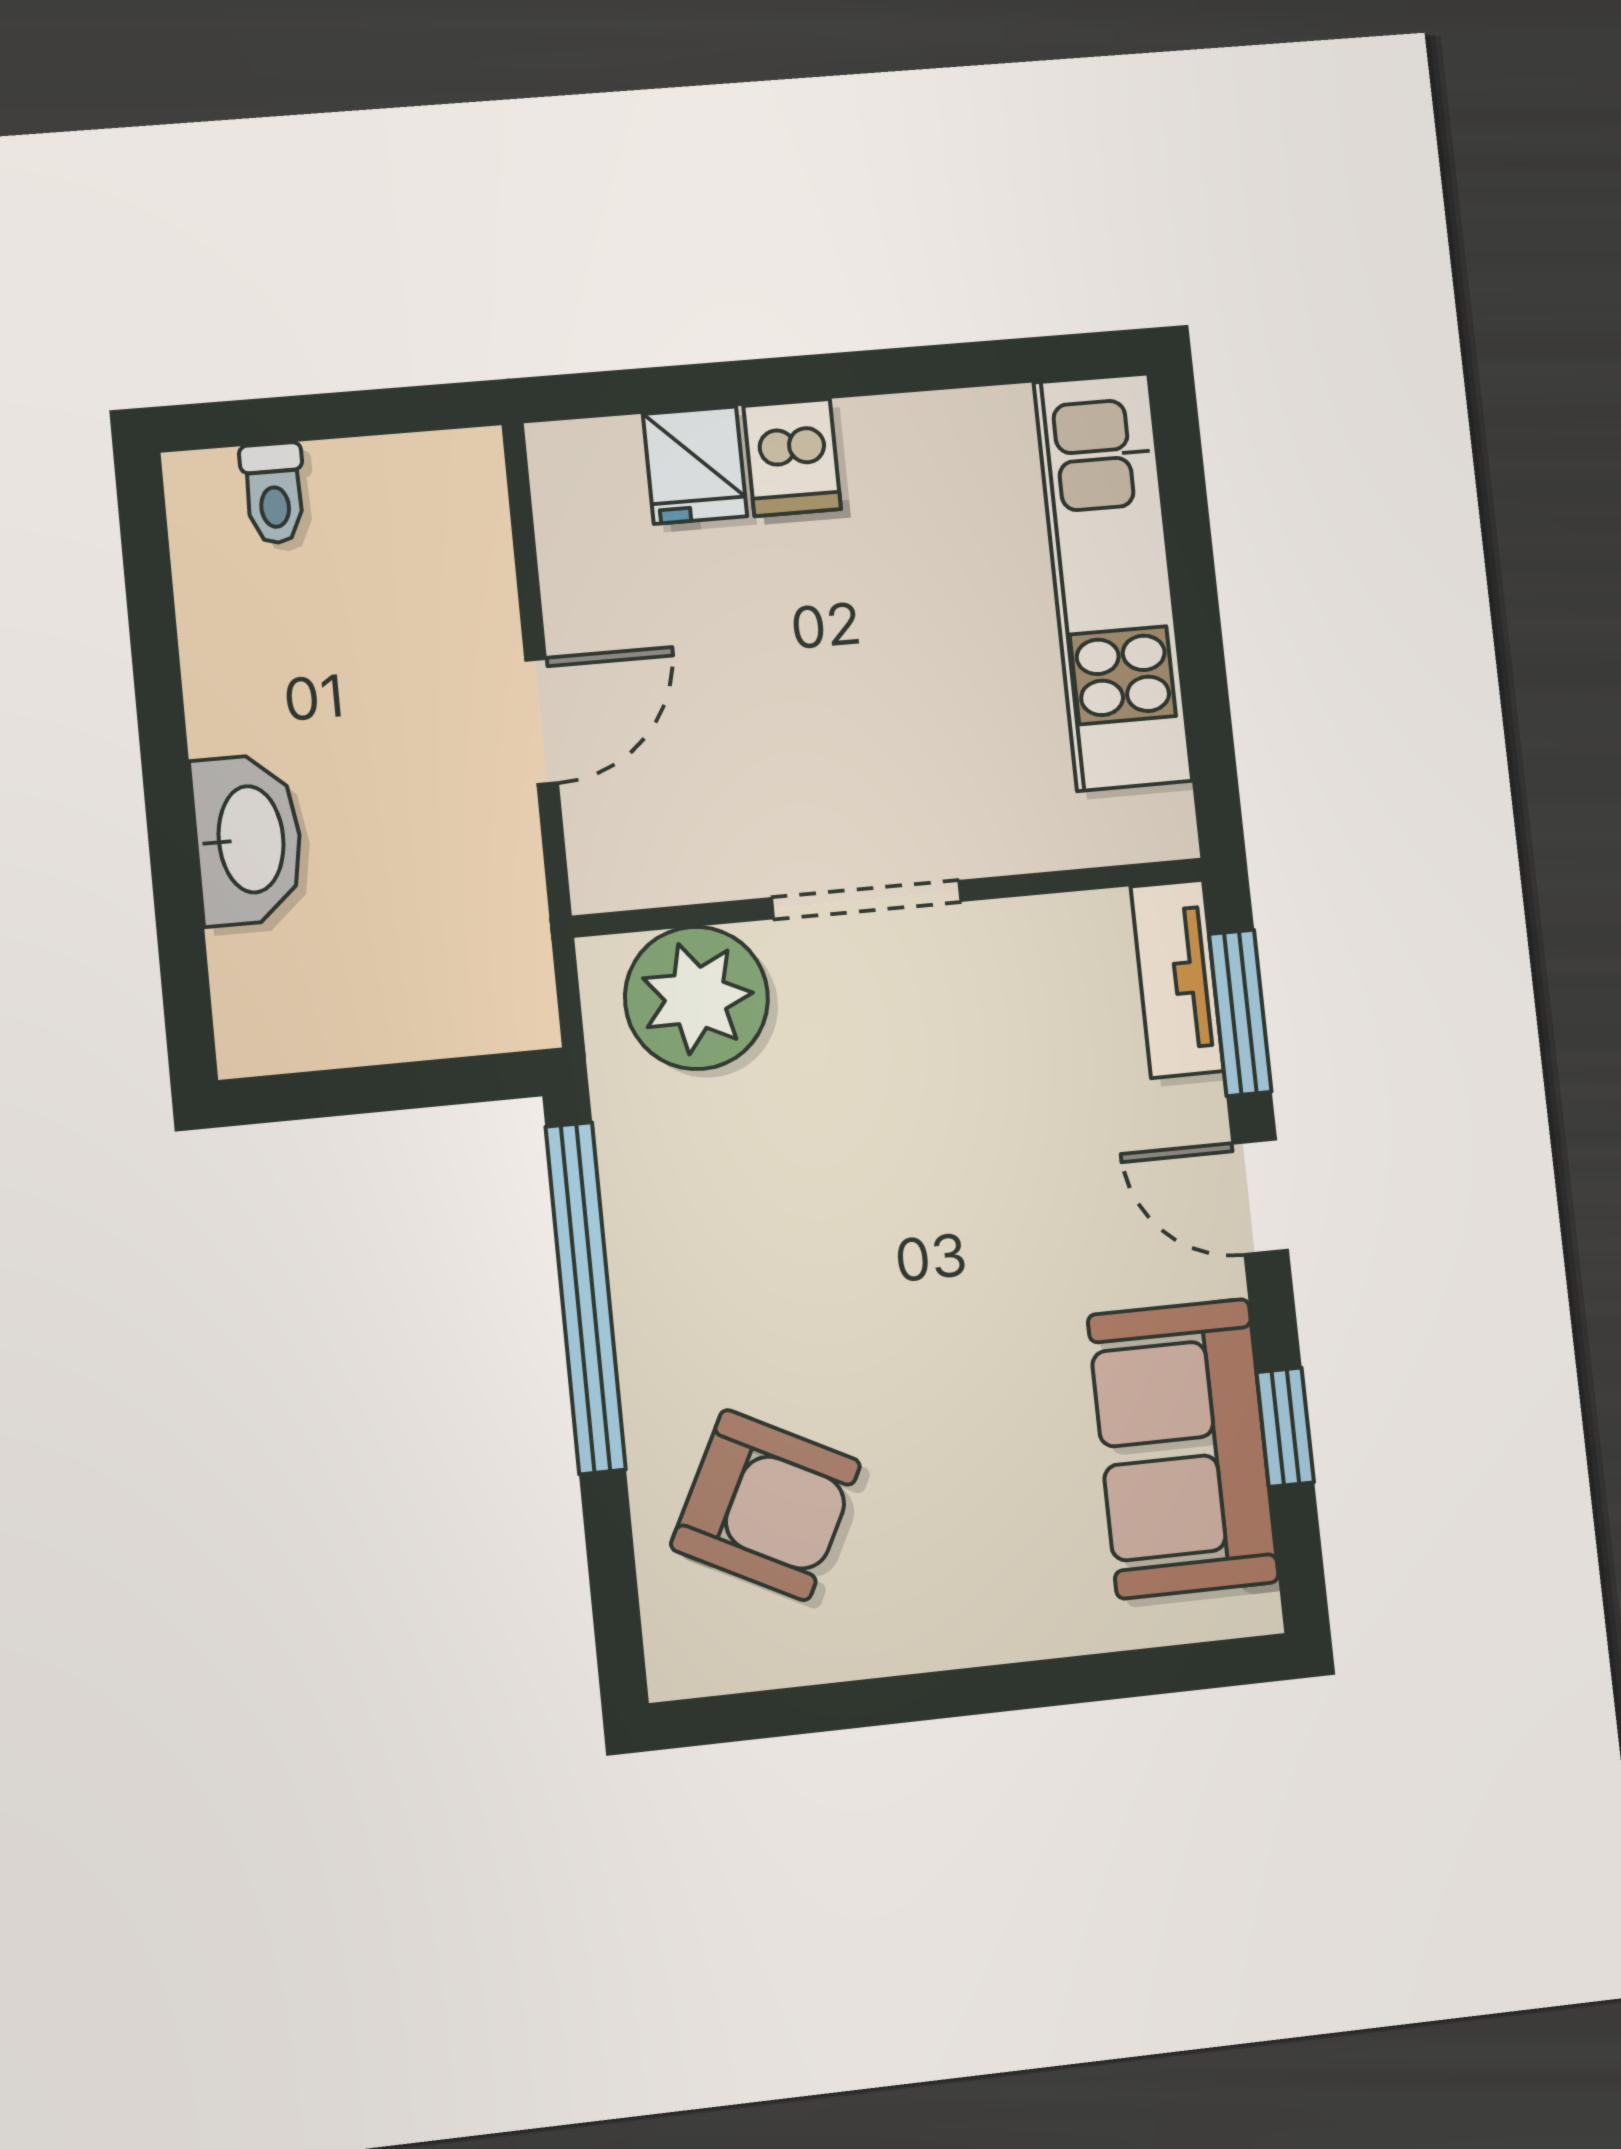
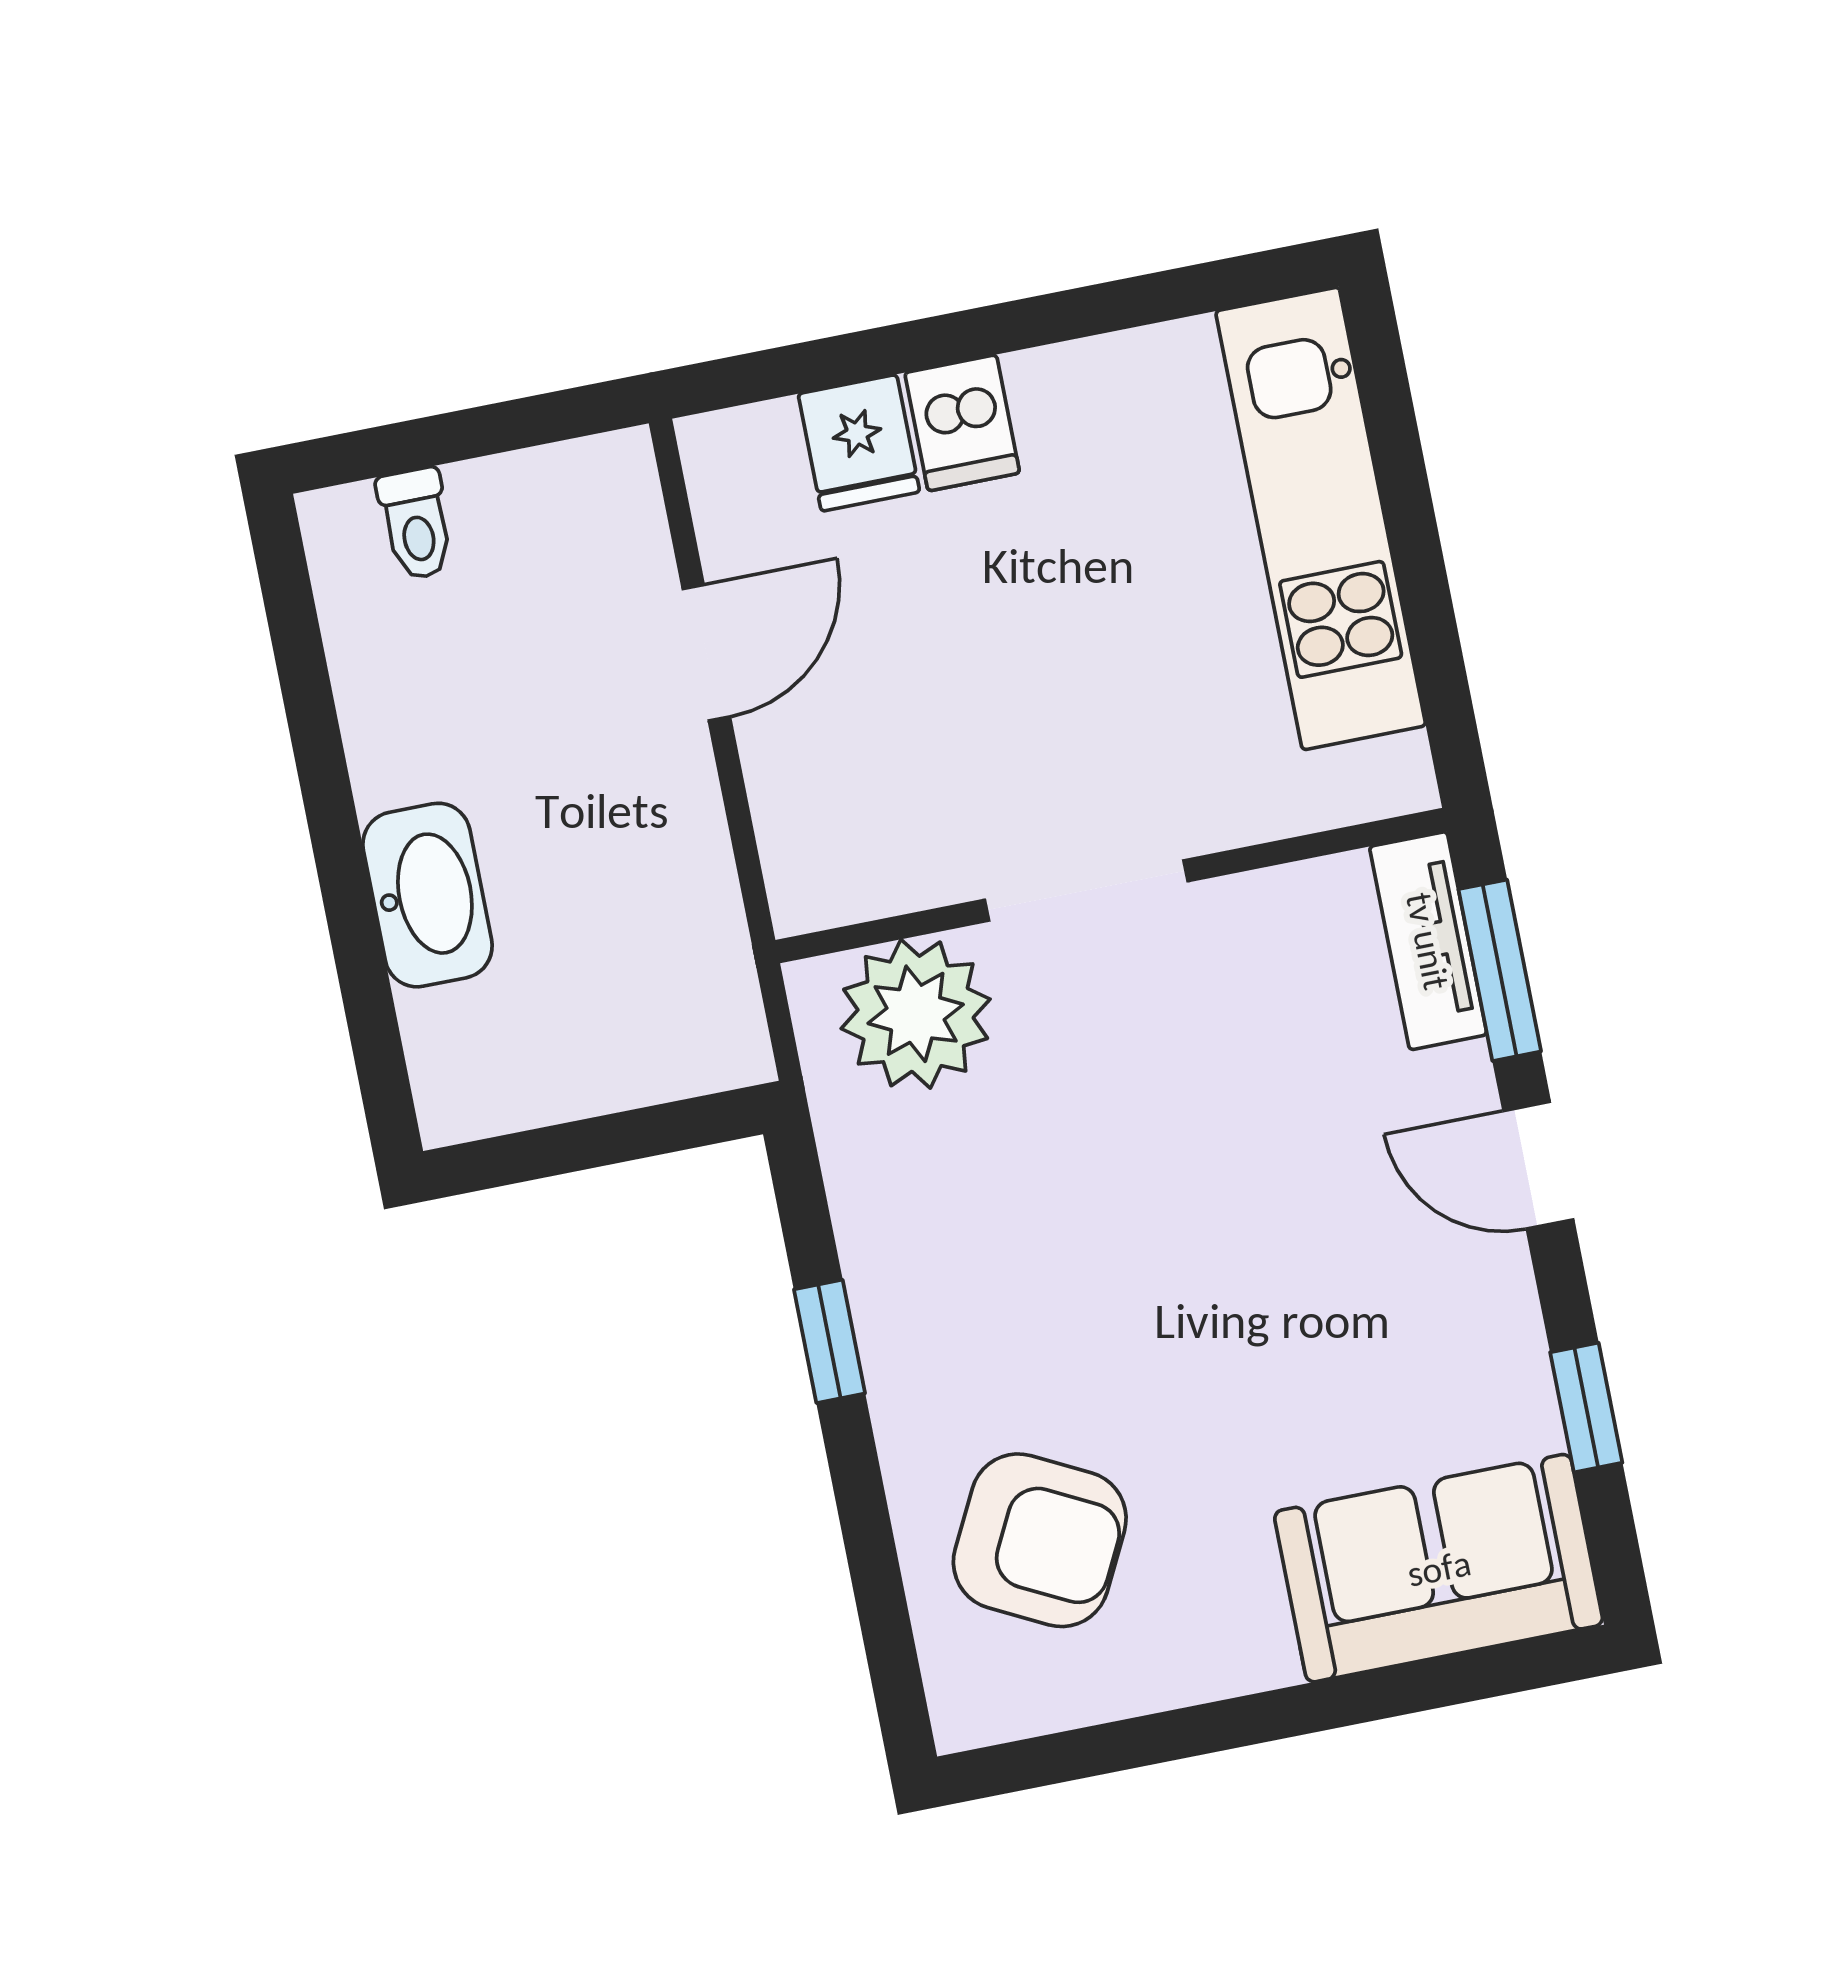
door: (542, 721) -> (706, 653), moved
window: (586, 1298) -> (829, 1341), width x0.32
sofa: (1183, 1448) -> (1439, 1568), moved, turned 90

